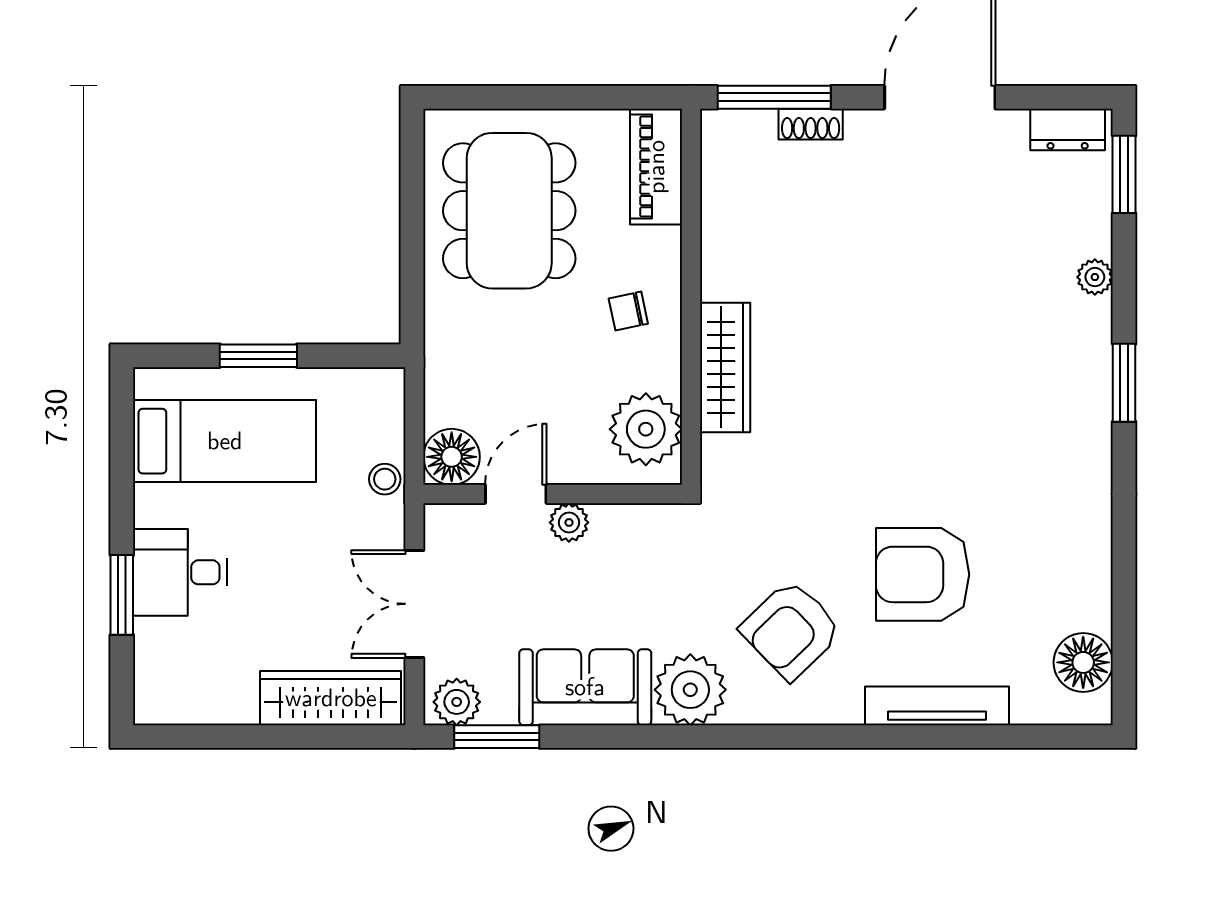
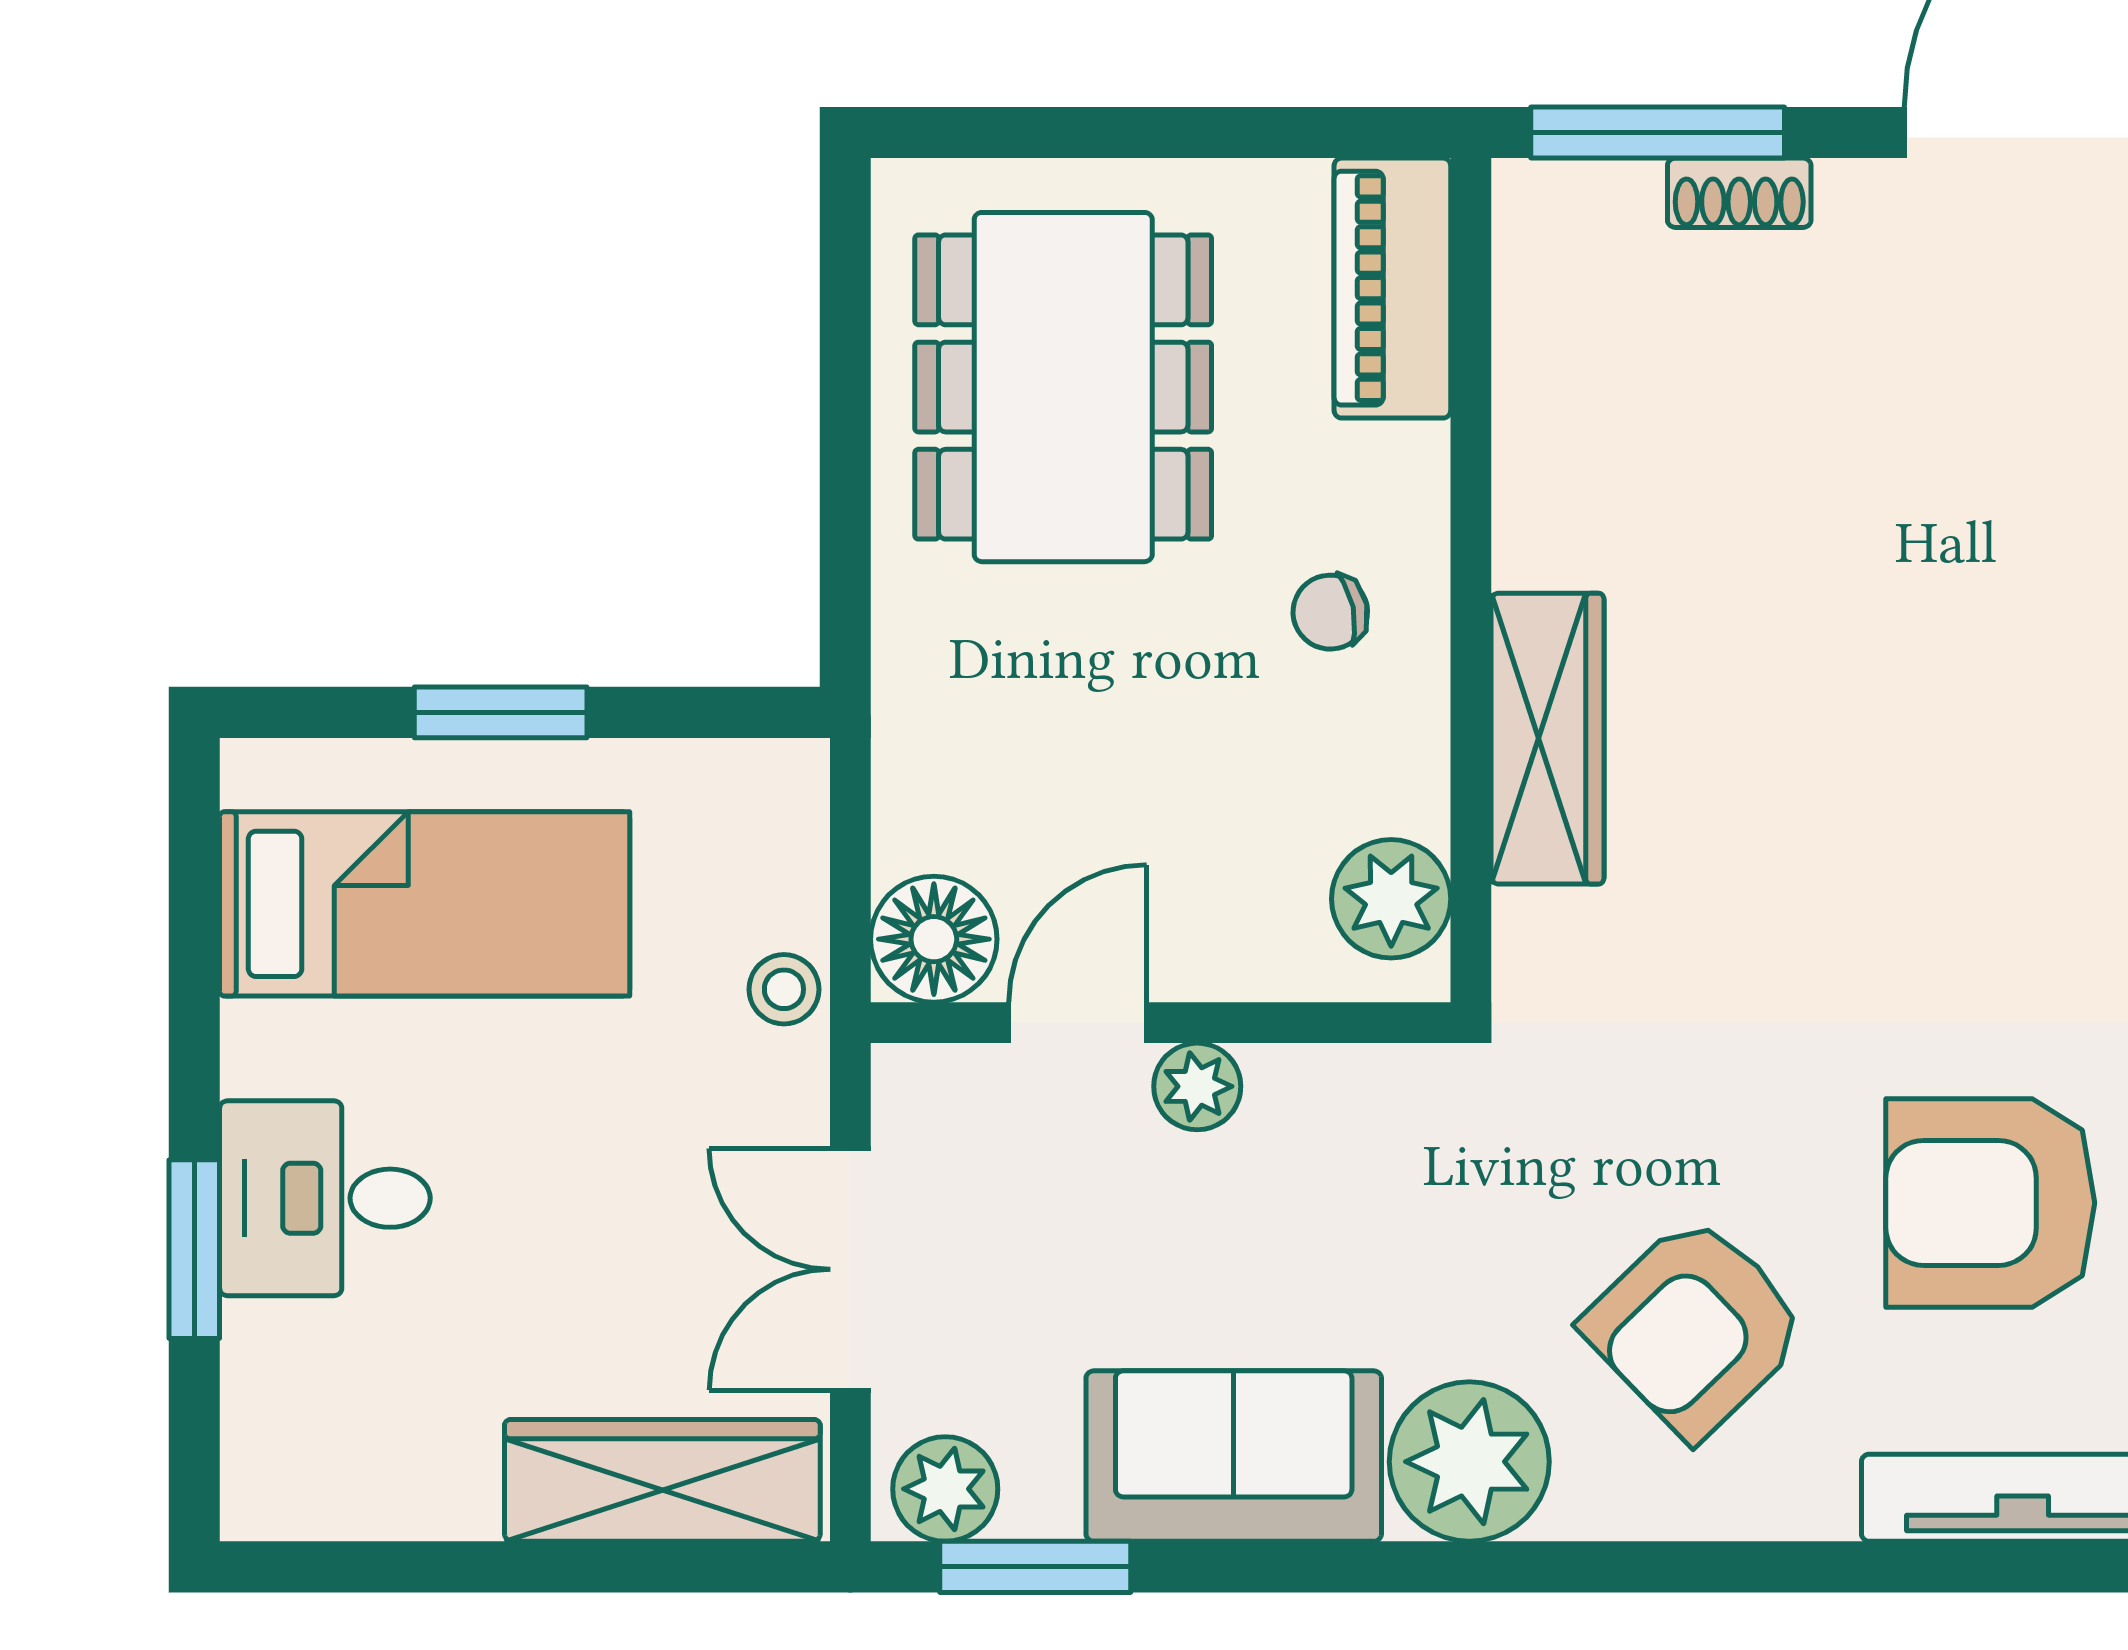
plant: (646, 429) -> (1391, 899), width x0.73, depth x0.73

